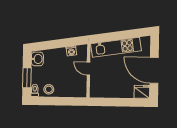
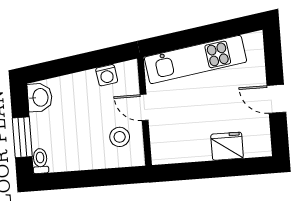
door: (154, 70) -> (276, 99), width x0.53
stool: (49, 89) -> (120, 137), moved
fridge: (142, 92) -> (227, 146), moved

